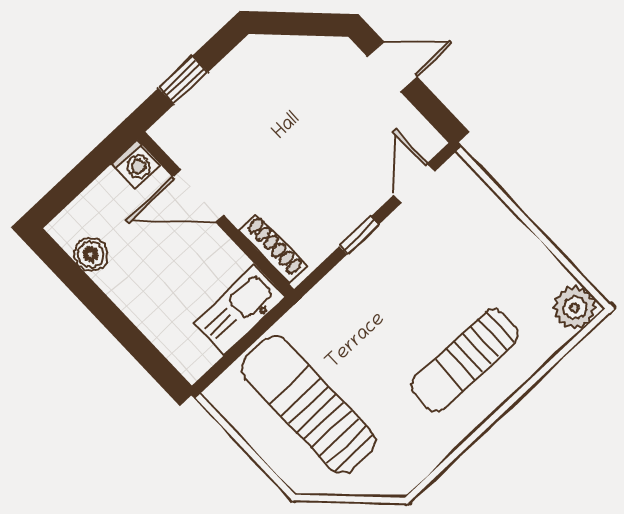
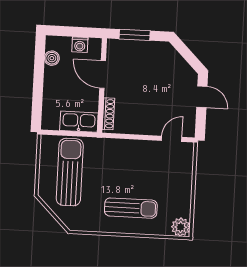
window: (183, 80) -> (135, 35), width x1.50
washing machine: (136, 164) -> (80, 45), moved
window: (359, 236) -> (138, 137), removed
sun lounger: (465, 360) -> (131, 208), turned 180

